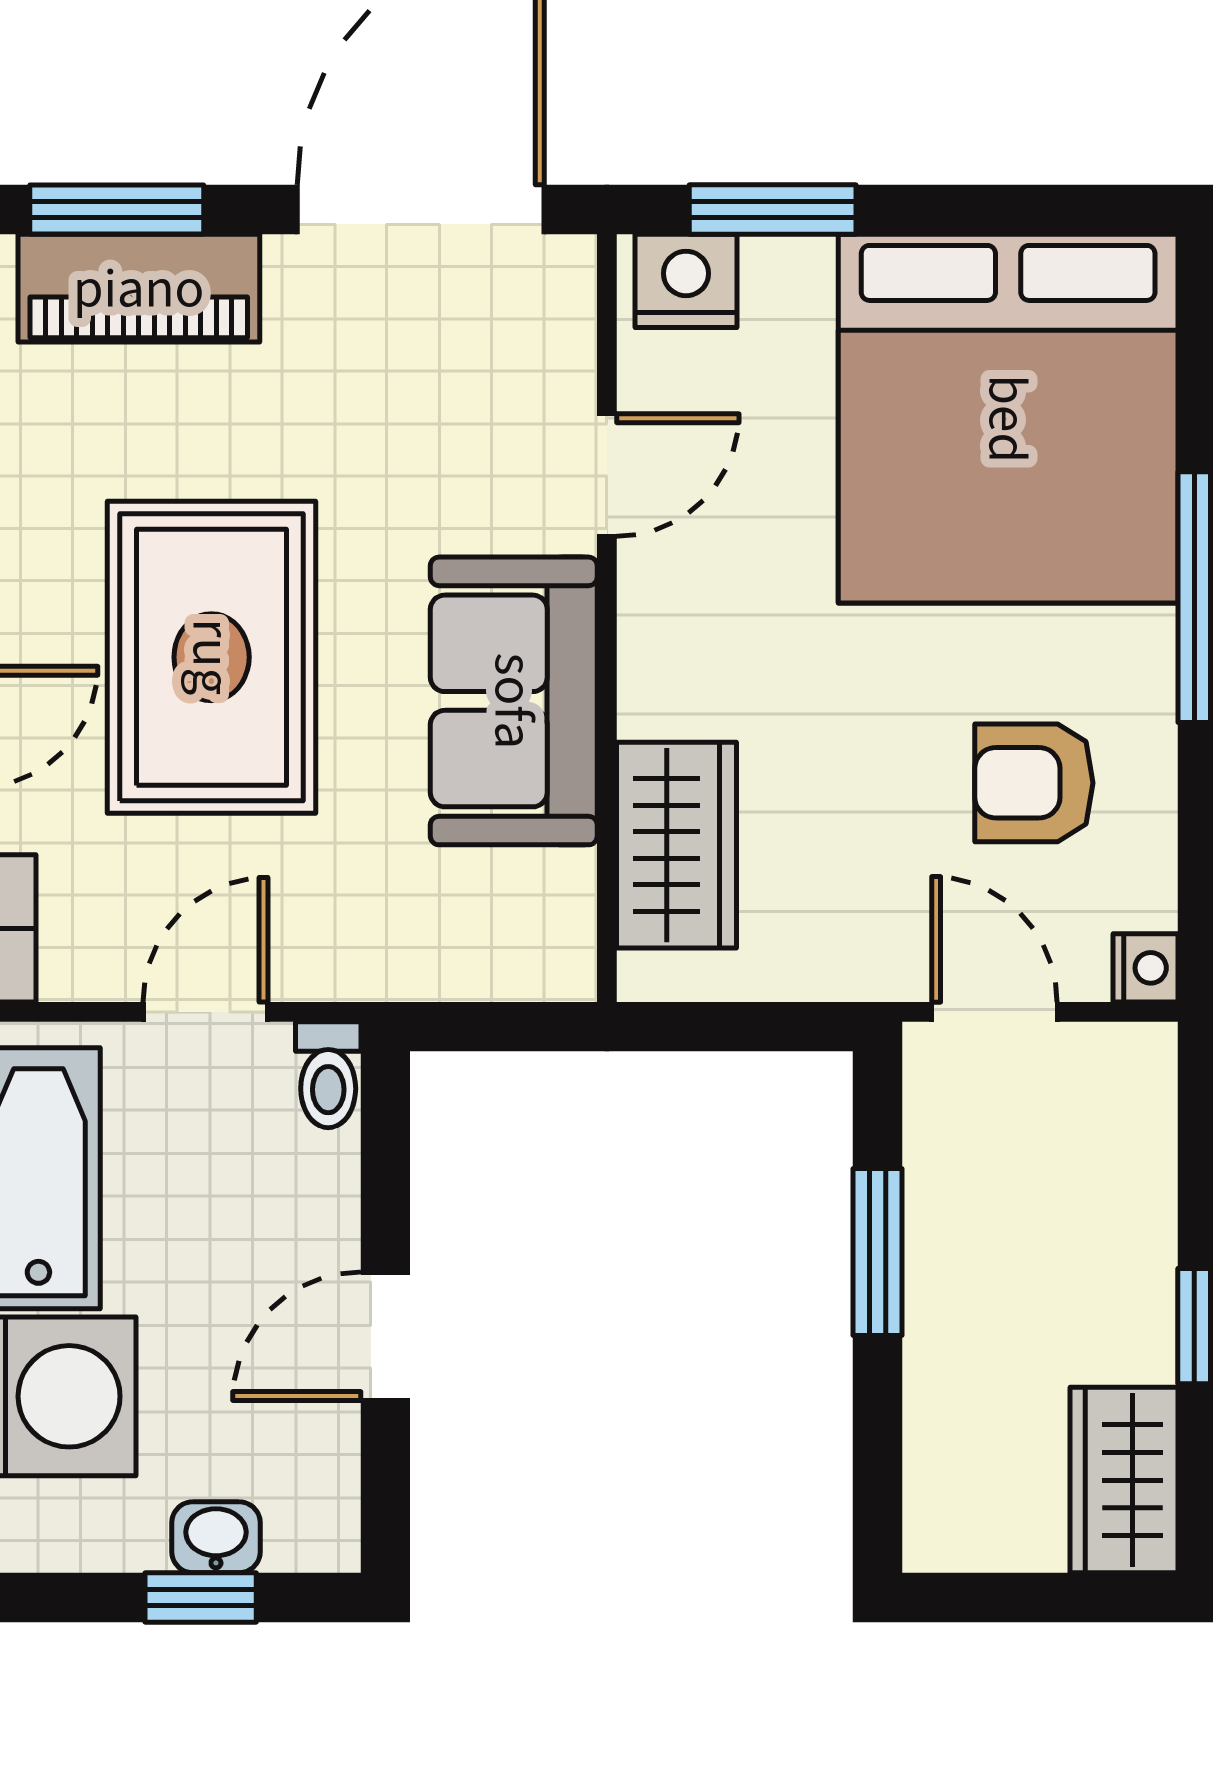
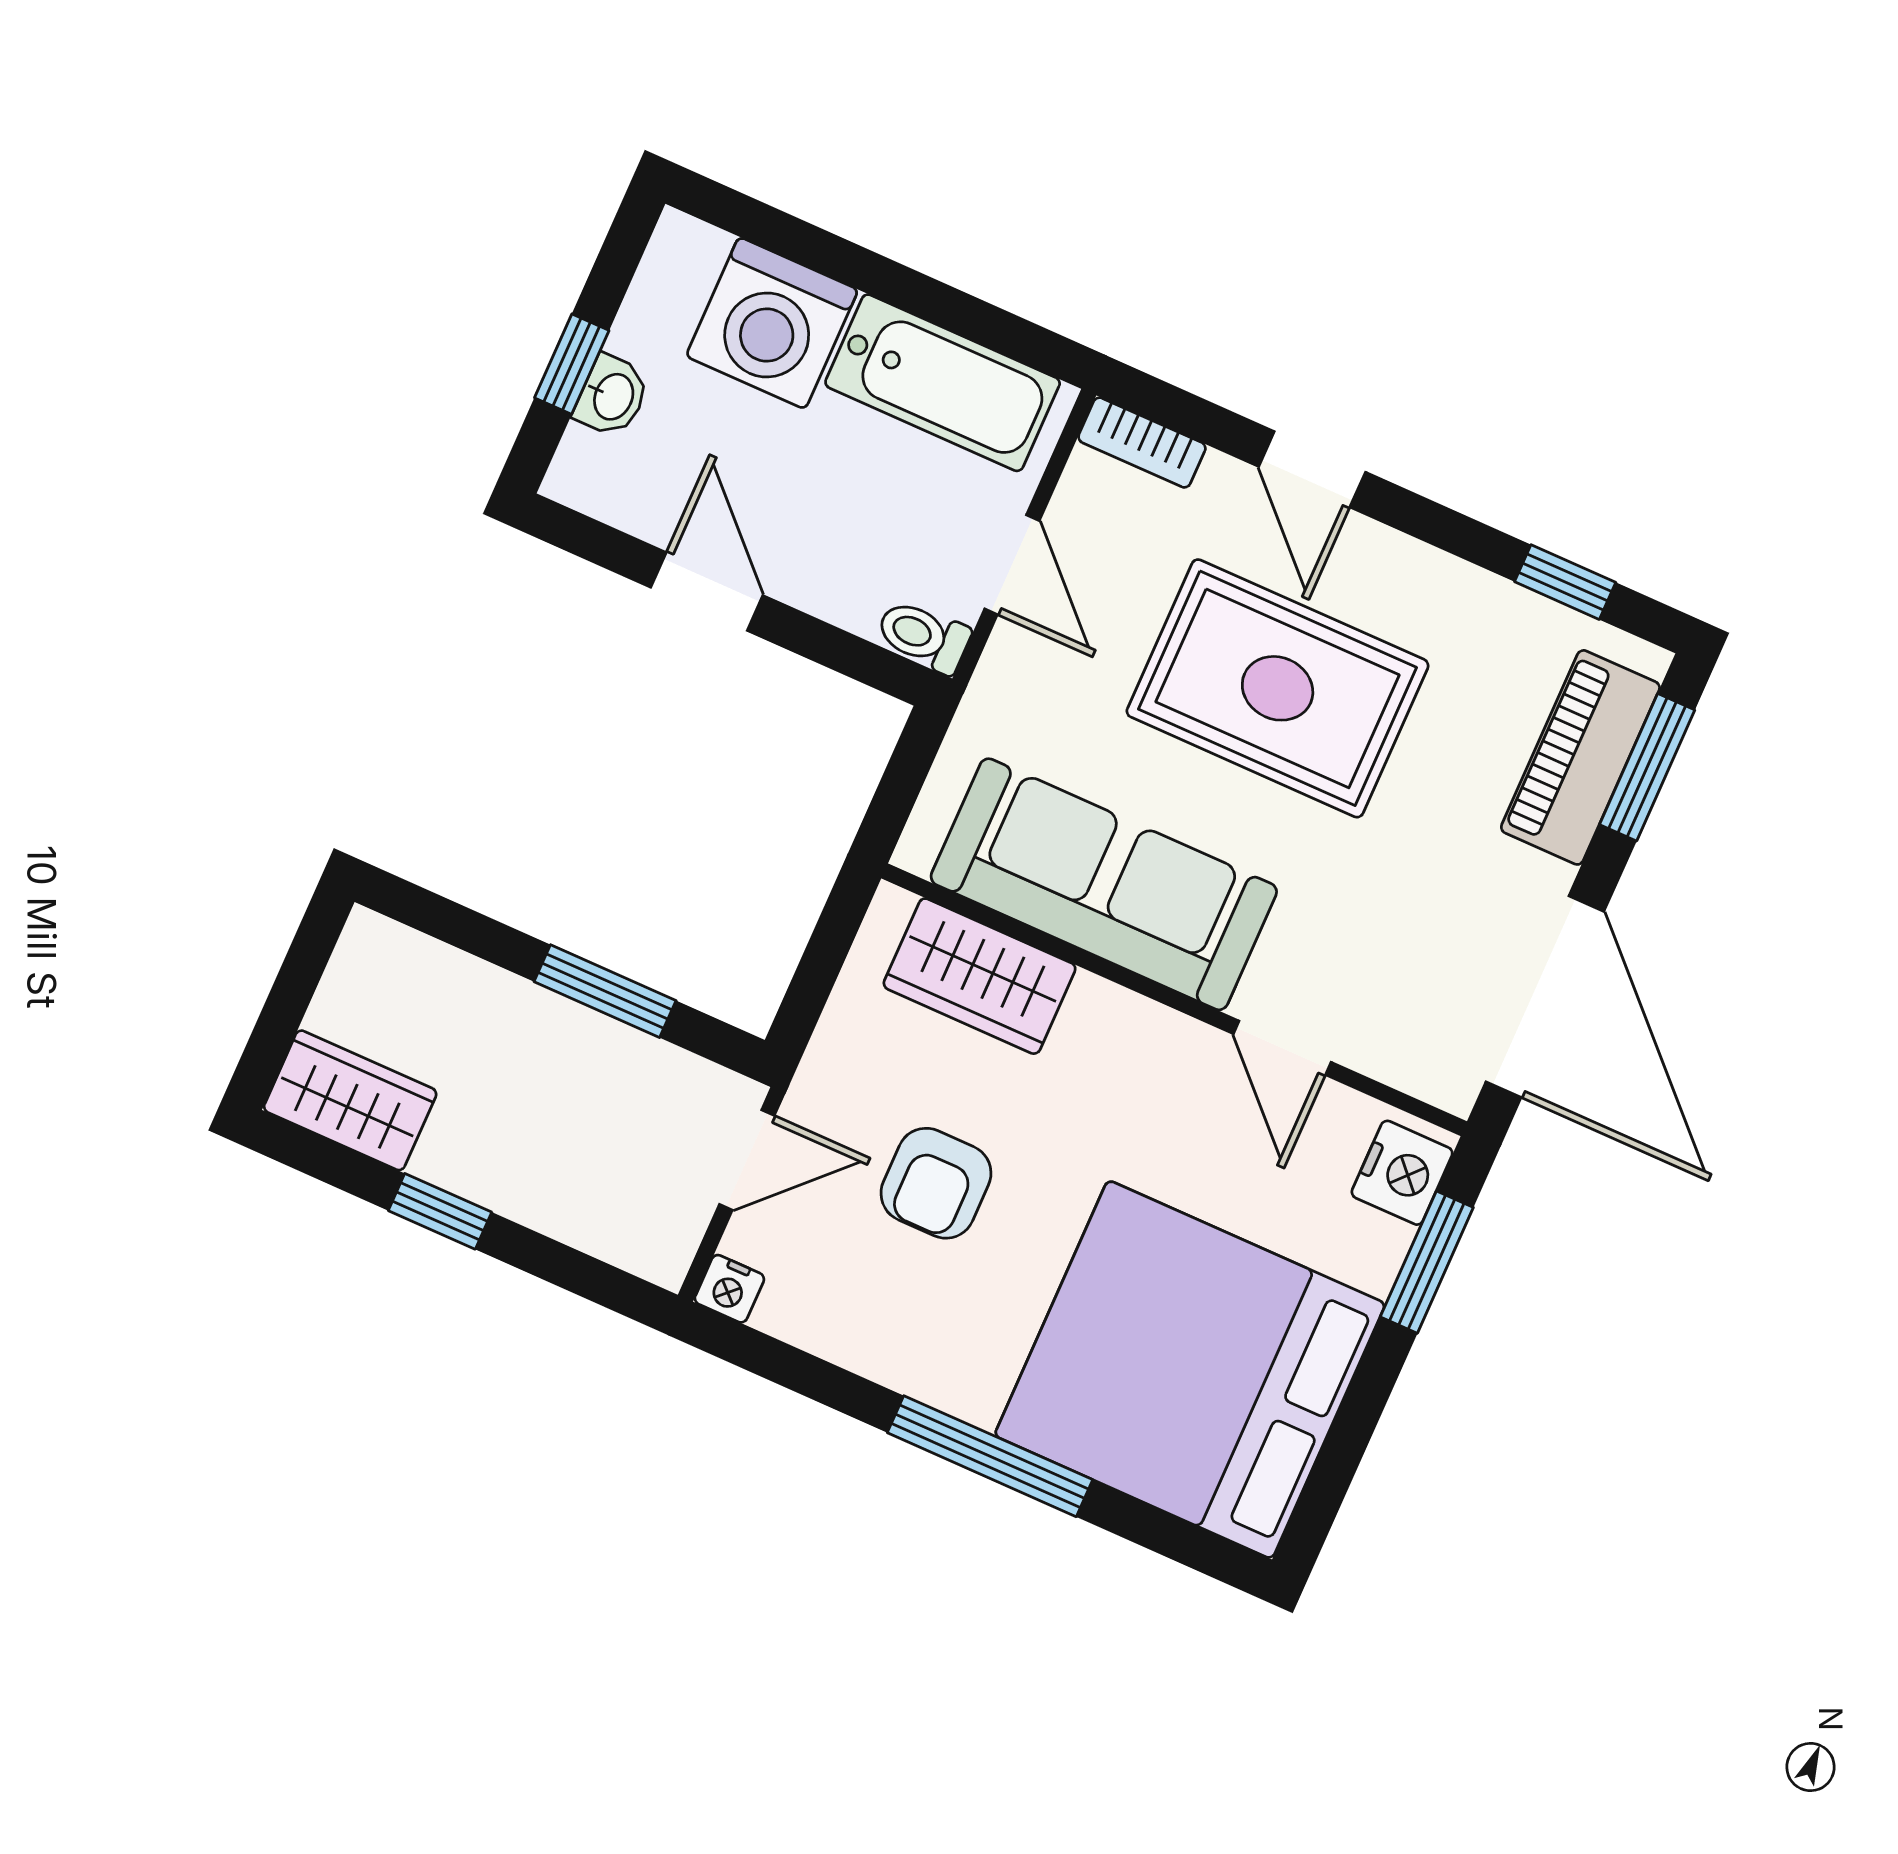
sofa: (514, 701) -> (1104, 884), width x1.36
armchair: (1034, 783) -> (936, 1183), moved, turned 180

